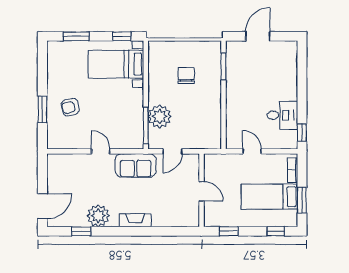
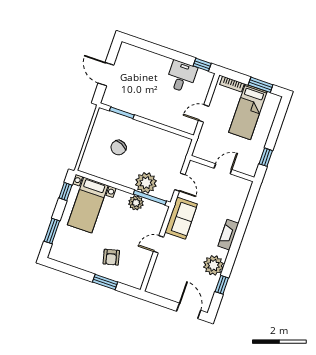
chair: (186, 75) -> (118, 148), turned -65
plant: (135, 113) -> (136, 203), added
window: (276, 231) -> (280, 117), removed

